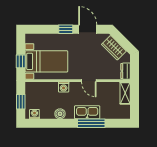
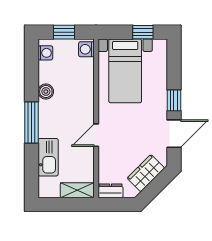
window: (21, 61) -> (143, 32), moved
washing machine: (64, 87) -> (86, 49), moved
kitchen sink: (87, 112) -> (48, 157), moved
window: (91, 123) -> (32, 122), moved

